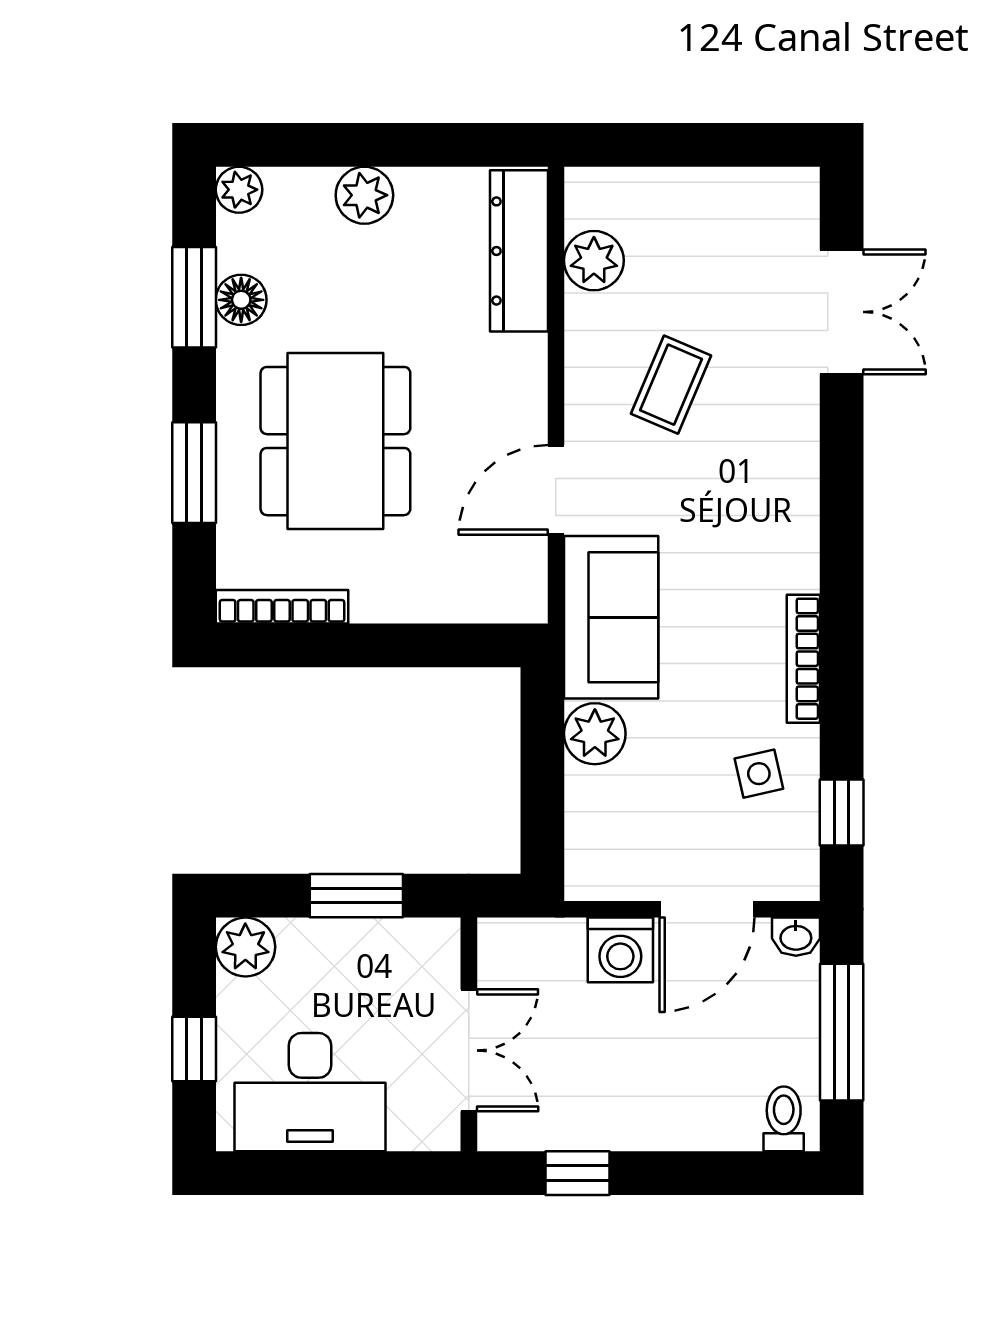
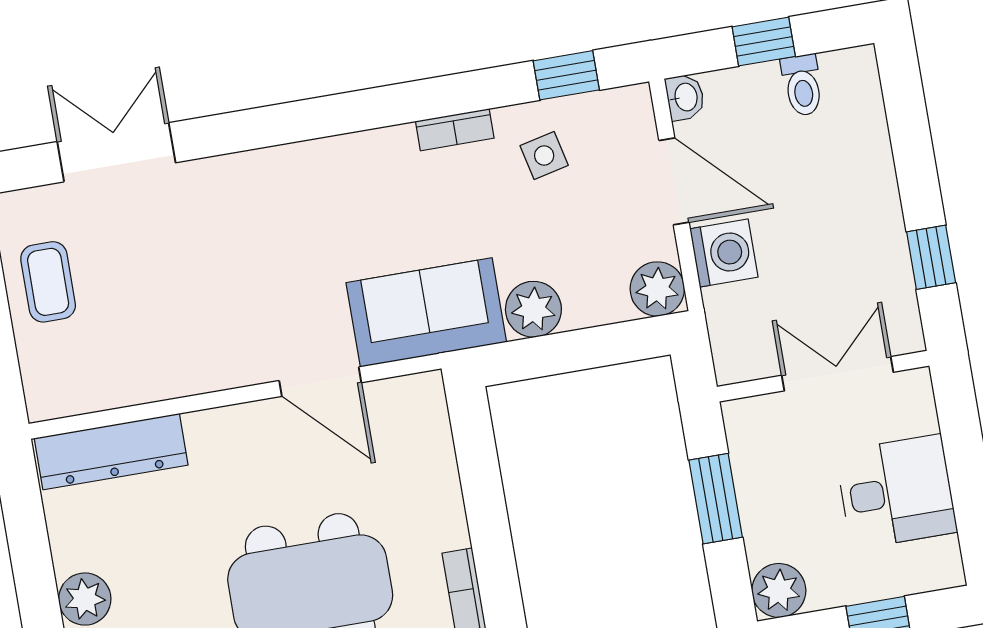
plant: (594, 261) -> (657, 289), moved
coffee table: (671, 385) -> (48, 282), moved, turned 67
bookcase: (803, 659) -> (455, 130), width x0.64
window: (842, 1032) -> (764, 42), width x0.46
desk: (310, 1092) -> (896, 492), width x0.73
toilet: (784, 1119) -> (802, 85), moved, turned -90

